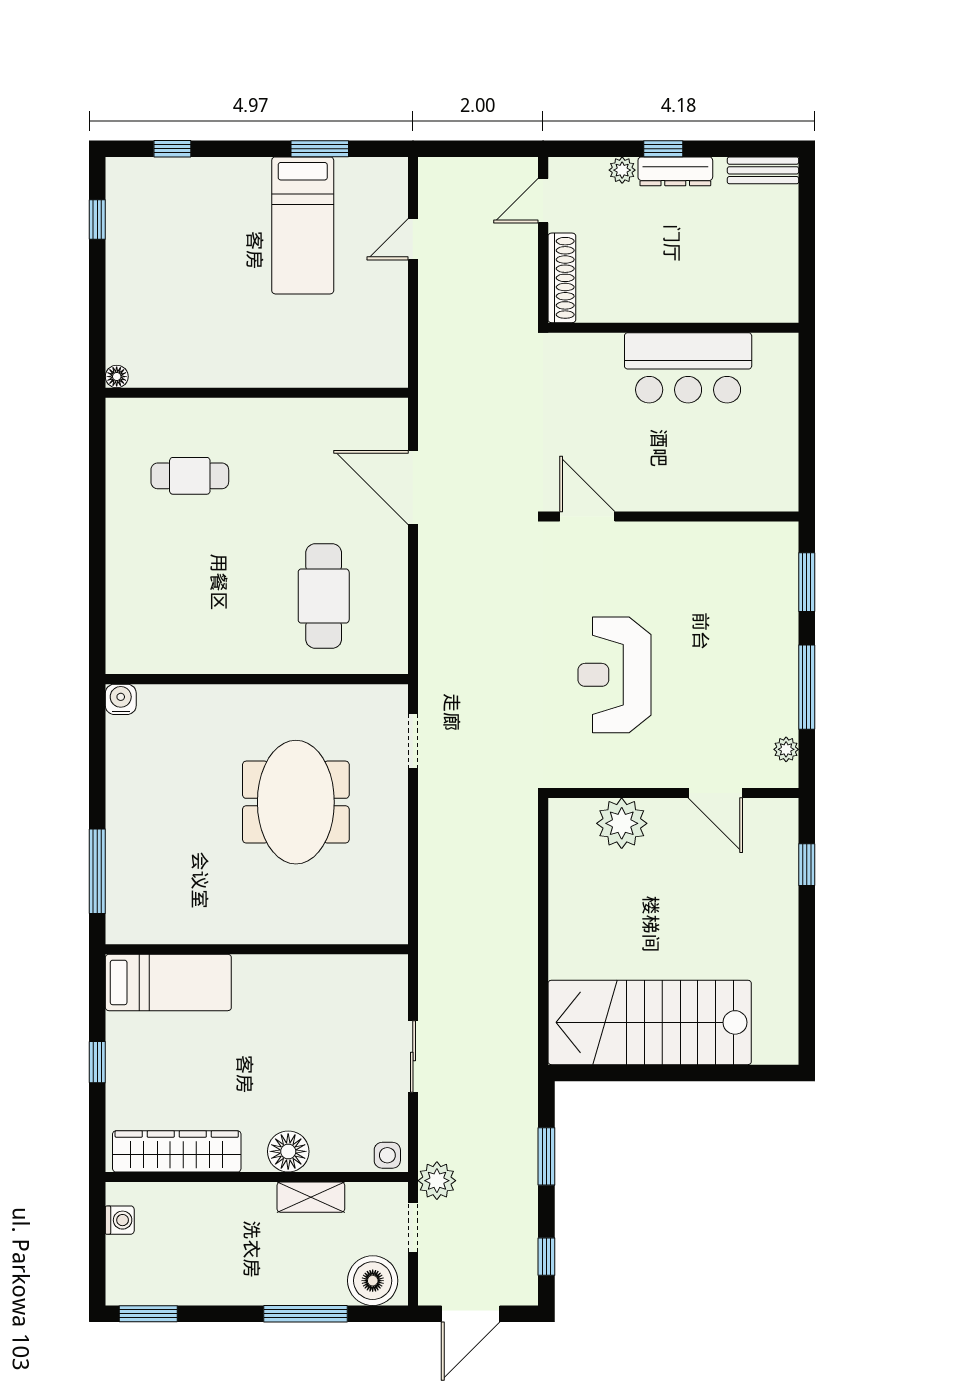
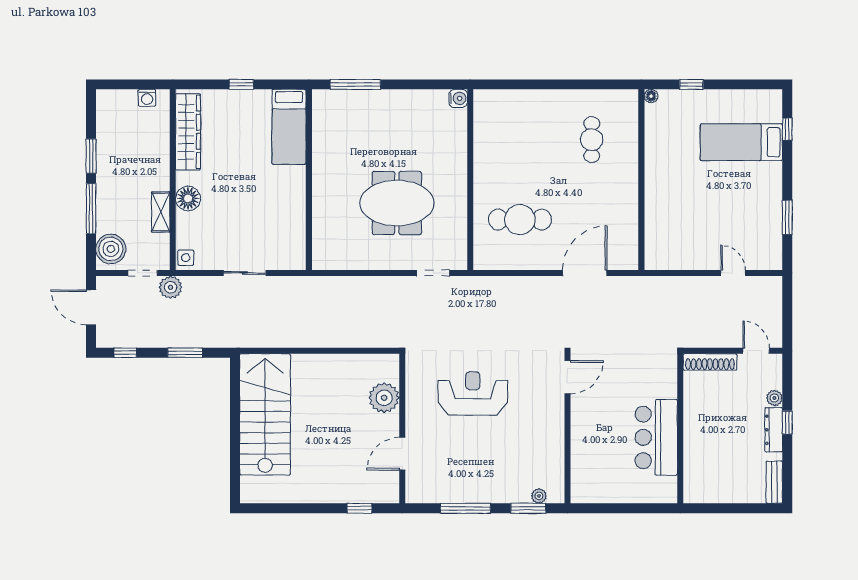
window: (97, 220) -> (691, 84), moved
bed: (303, 225) -> (741, 142), moved
plant: (786, 749) -> (539, 496), moved
window: (148, 1314) -> (91, 156), moved

